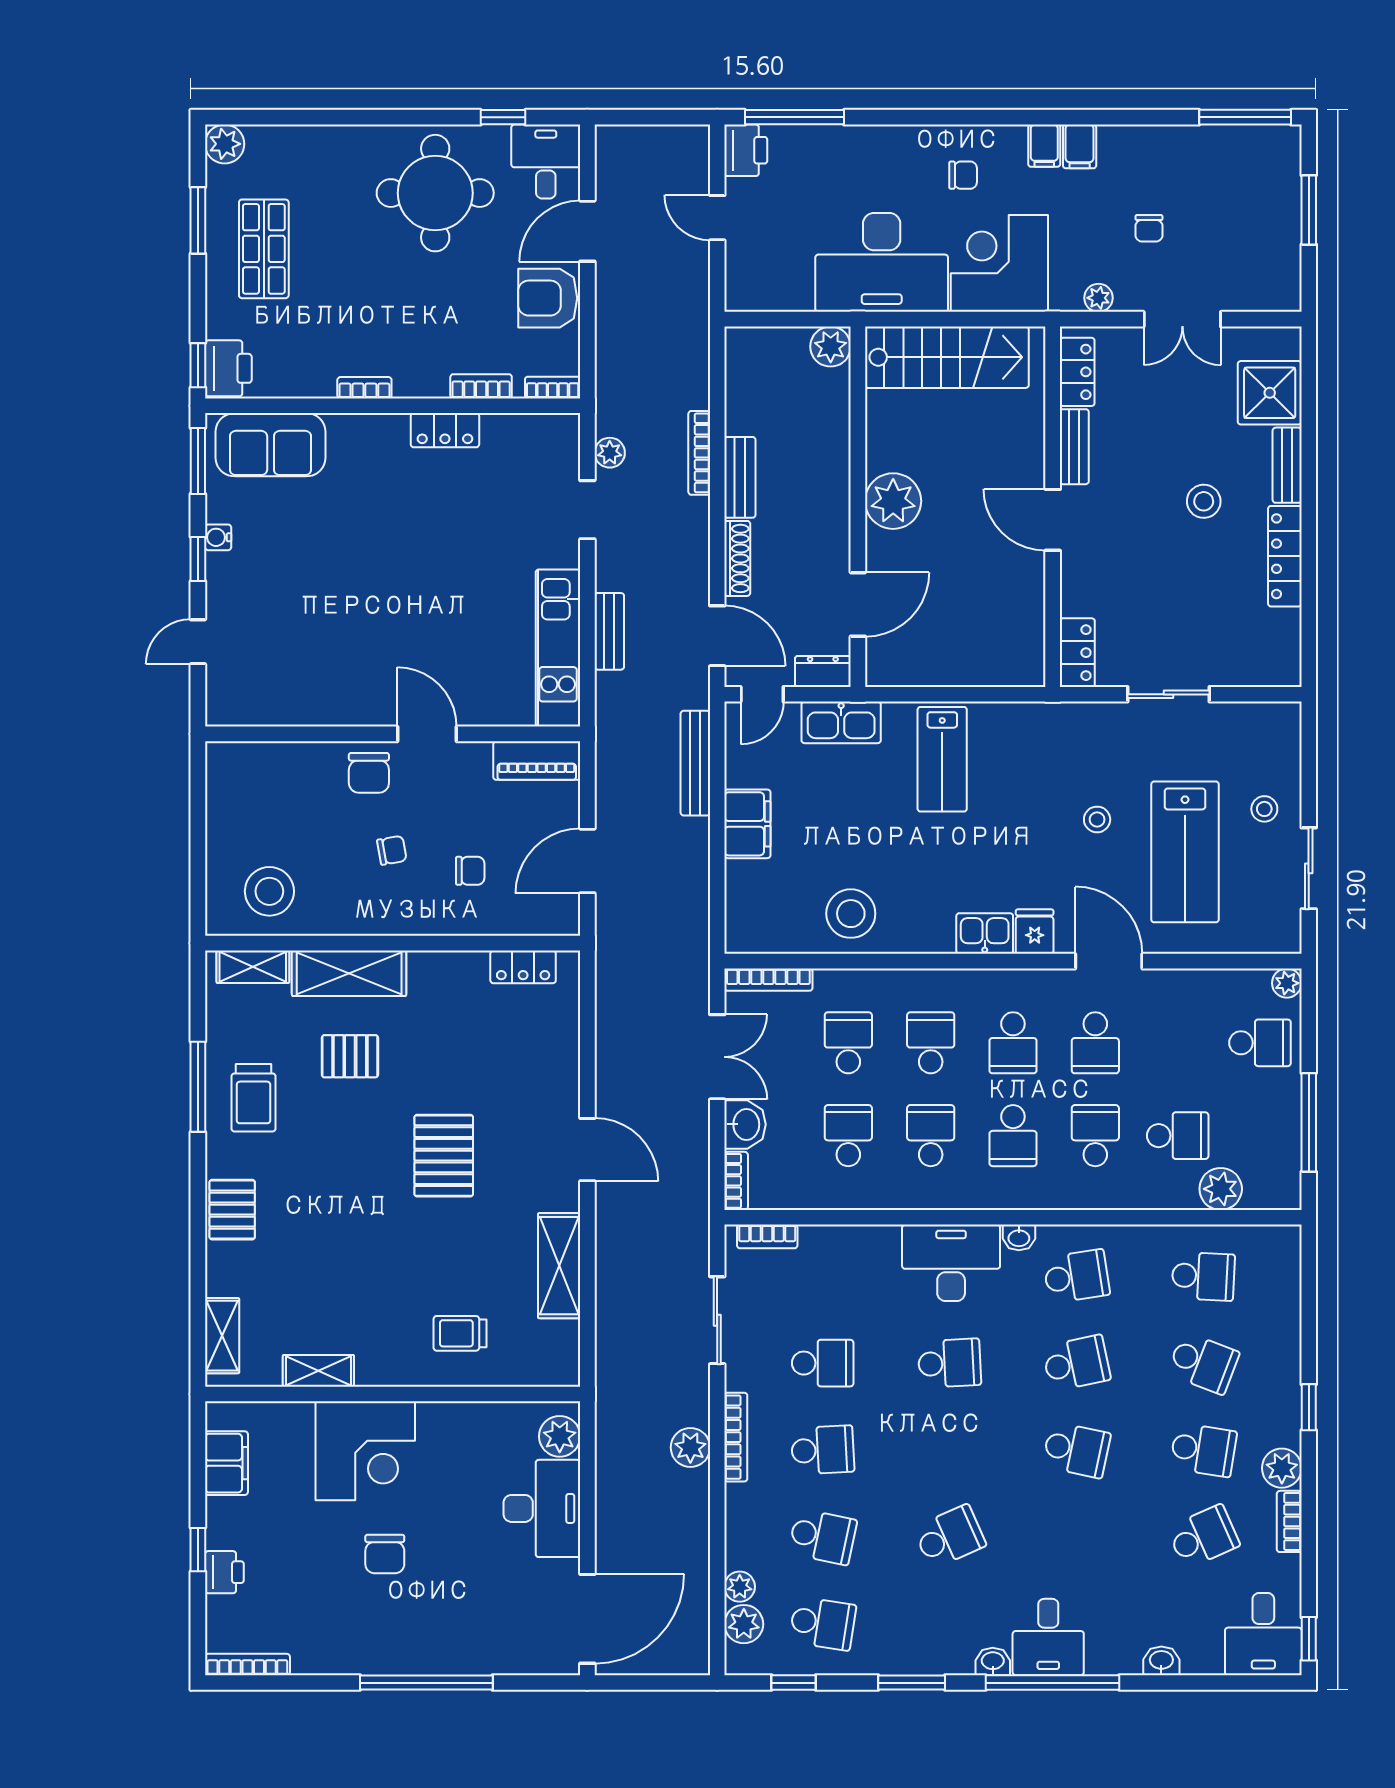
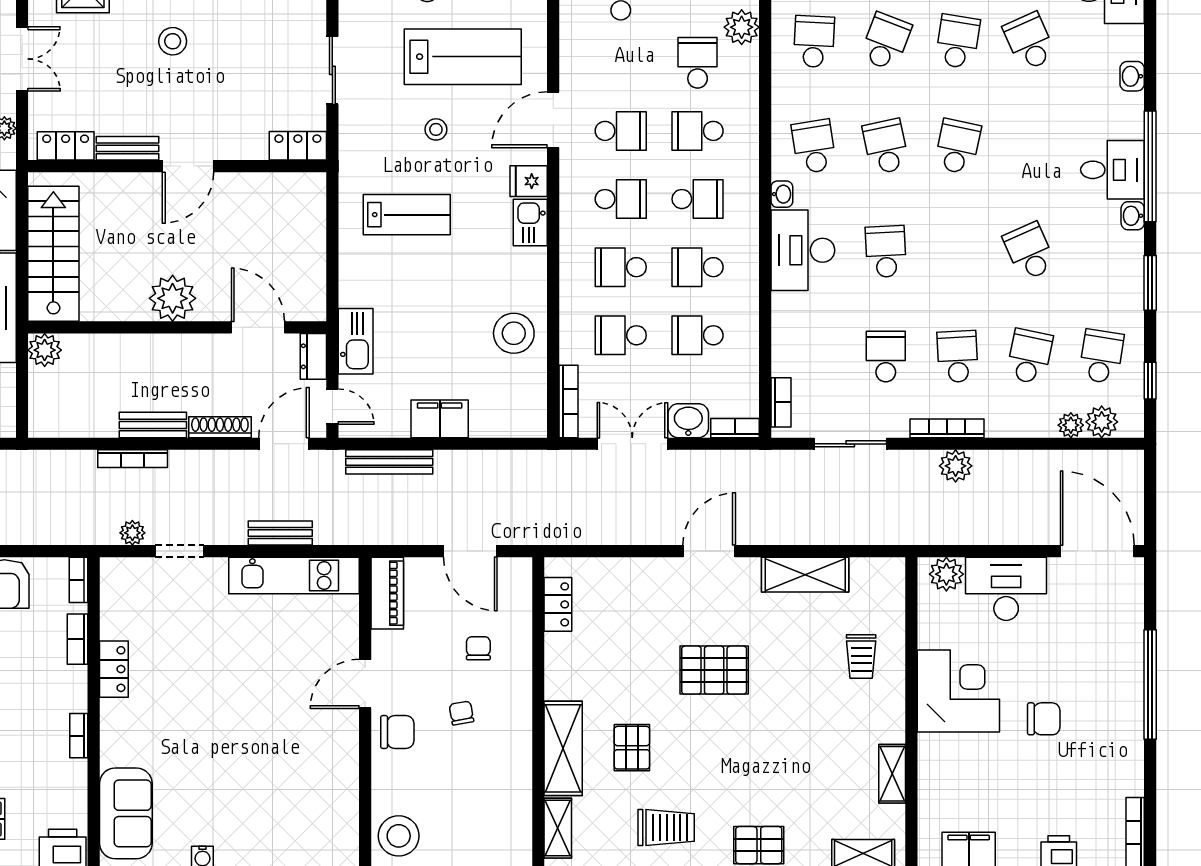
lab bench: (942, 759) -> (407, 215), moved
stool: (269, 891) -> (399, 836), moved
corner desk: (365, 1451) -> (958, 691), moved

